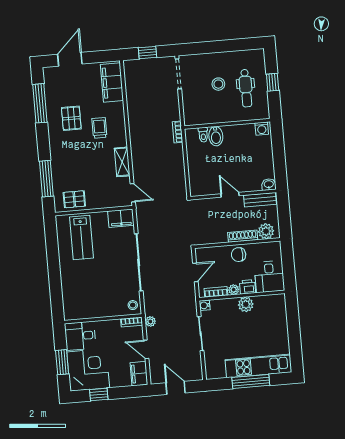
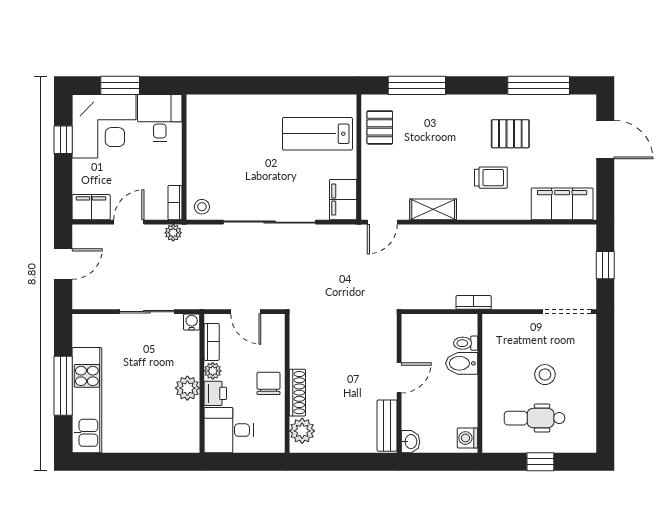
washbasin: (269, 184) -> (410, 442), moved
door: (230, 195) -> (399, 378), moved
wall: (233, 195) -> (399, 383), moved
bench: (260, 200) -> (387, 426), moved

